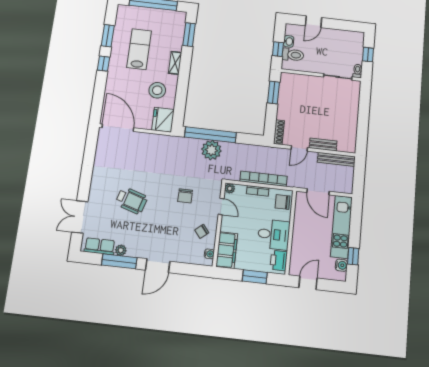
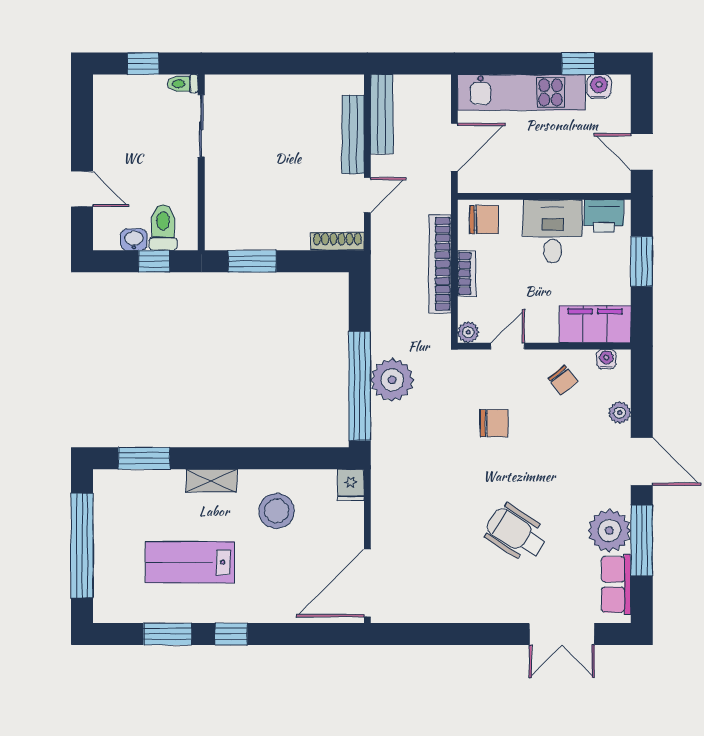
fridge: (163, 120) -> (351, 485), width x0.53, depth x0.75
bench: (323, 144) -> (353, 135), width x1.36
door: (299, 148) -> (367, 195), hinge flipped
wheelchair: (131, 200) -> (516, 533), turned -74
chair: (282, 202) -> (484, 220), turned -90
plant: (121, 250) -> (609, 530), width x1.87, depth x1.87
plant: (183, 258) -> (620, 413), added

